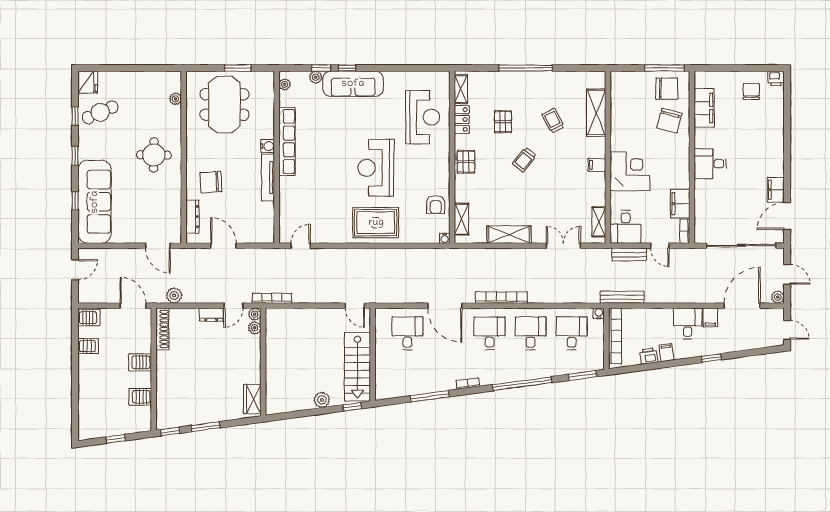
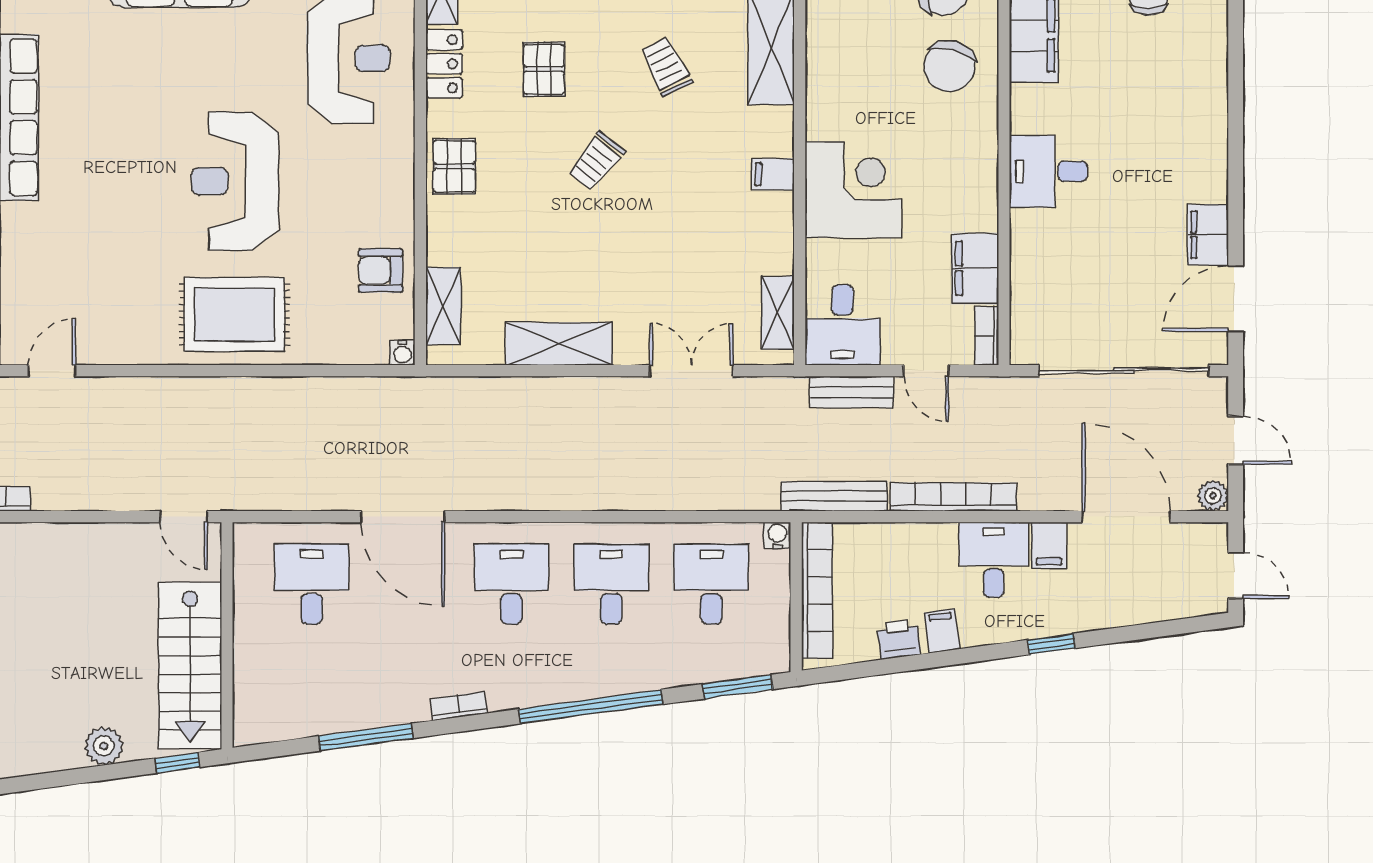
armchair: (436, 205) -> (381, 271), turned 90
bookcase: (501, 298) -> (953, 497), moved
door: (742, 306) -> (1126, 517), hinge flipped

